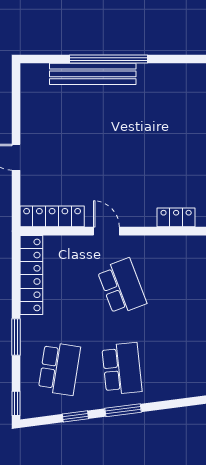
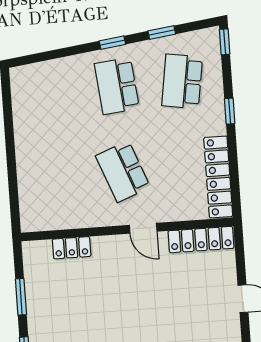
window: (16, 337) -> (230, 111), width x0.67
window: (123, 410) -> (112, 43), width x0.67

